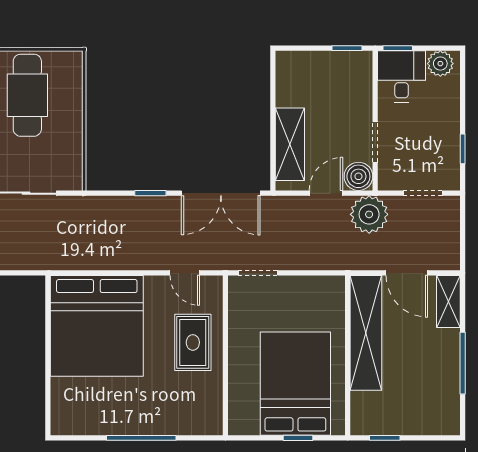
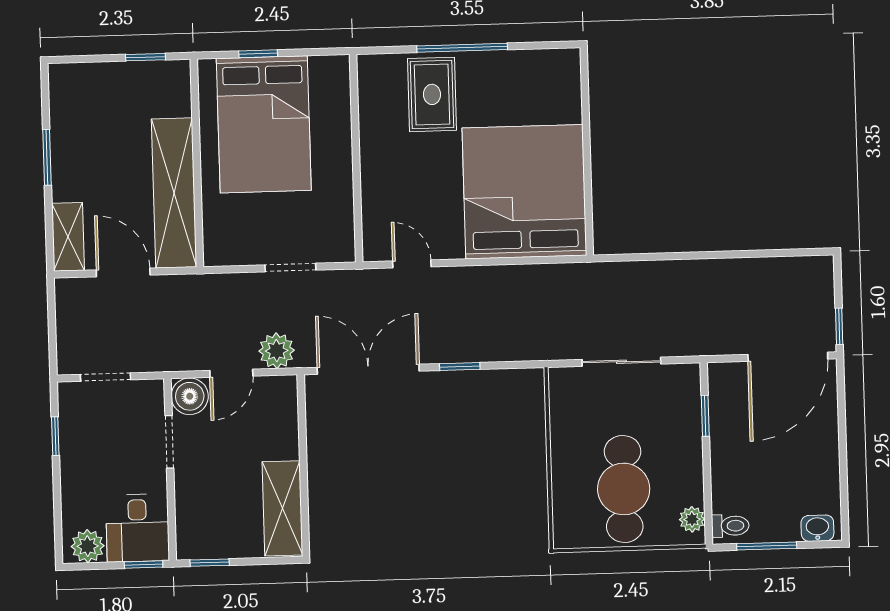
shelving: (290, 144) -> (282, 508), moved
plant: (369, 214) -> (277, 351), moved, width x0.73, depth x0.73
doorway: (258, 273) -> (290, 267), moved
rug: (193, 342) -> (432, 94), moved
window: (463, 363) -> (47, 157), width x0.69

